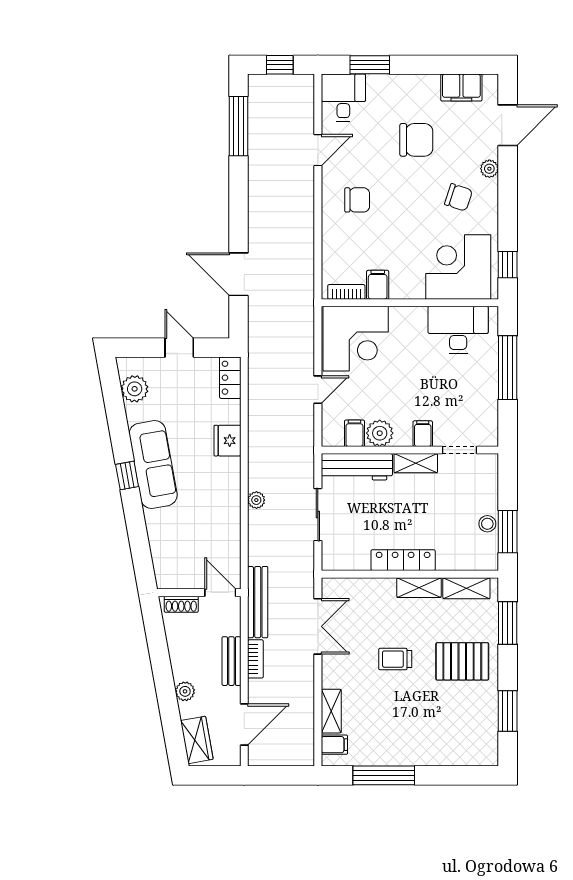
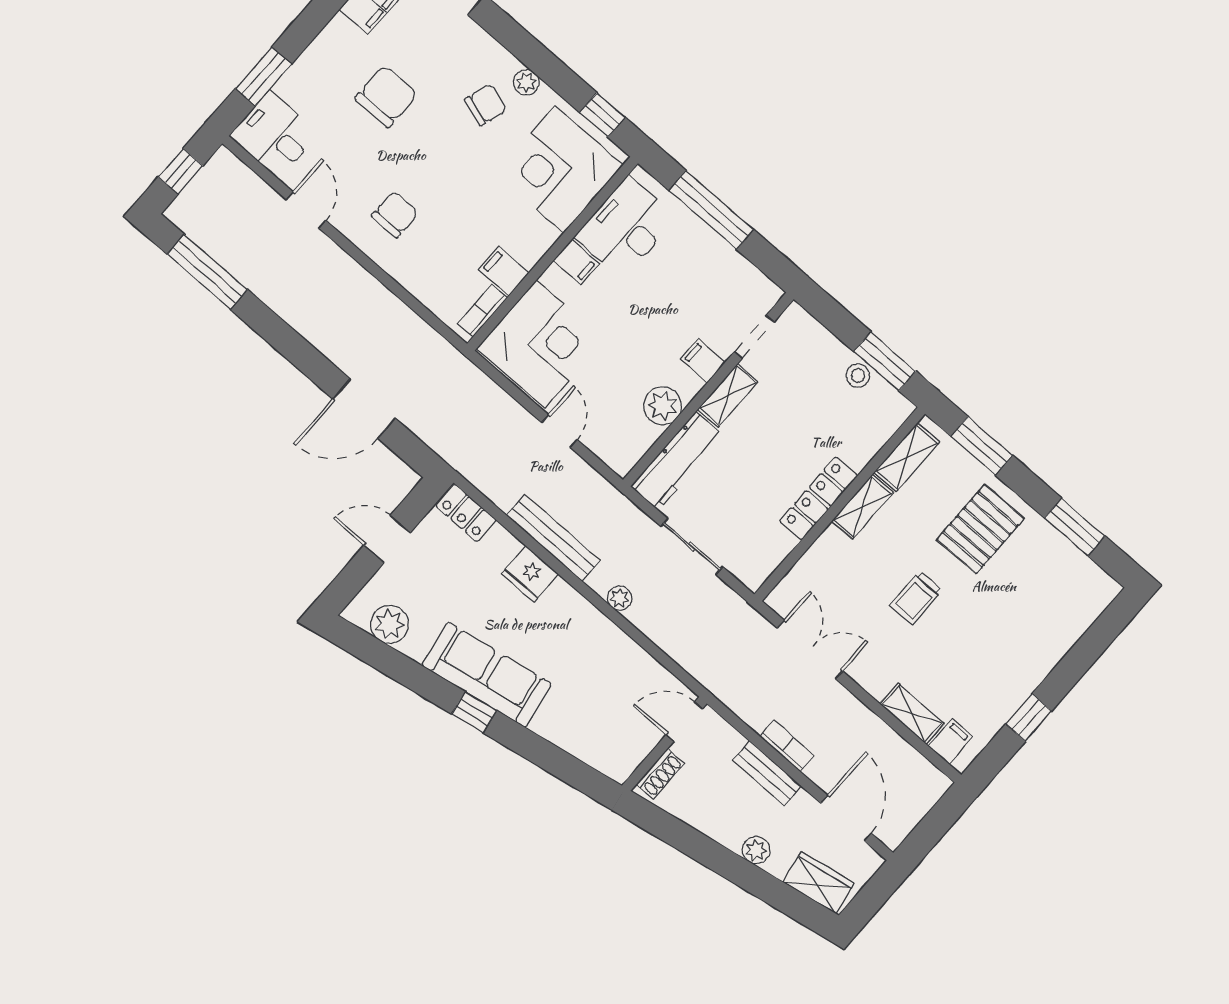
plant: (489, 169) -> (526, 82), moved
filing cabinet: (354, 433) -> (576, 262), moved, turned 180
bench: (258, 602) -> (553, 538), moved
window: (384, 775) -> (1029, 718), width x0.46

